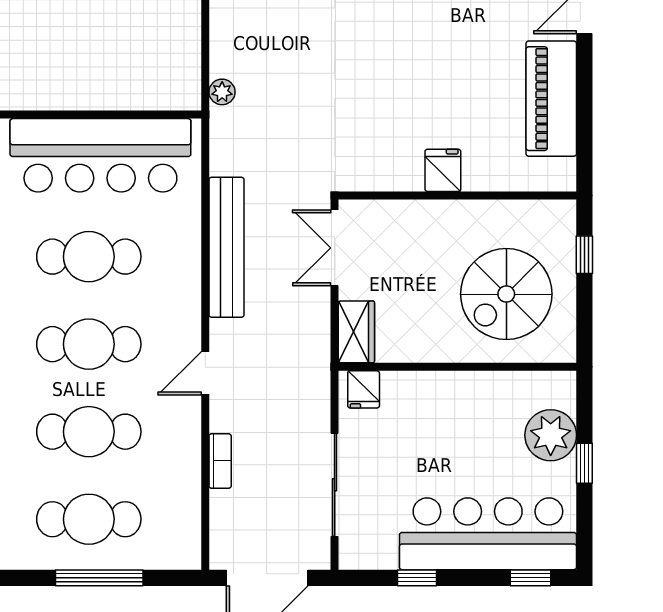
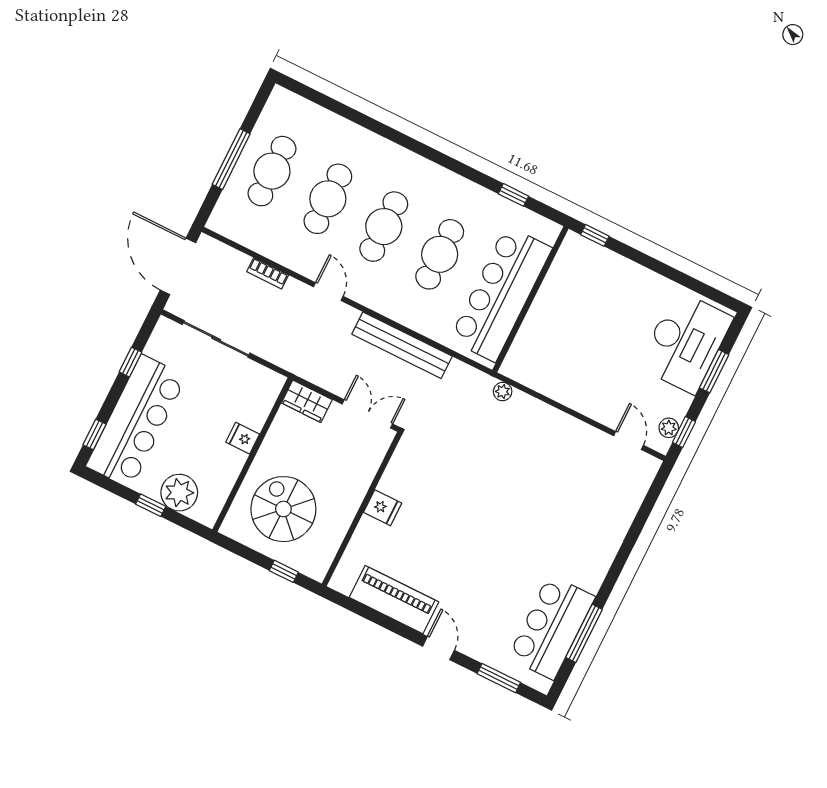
fridge: (364, 389) -> (243, 438), moved

